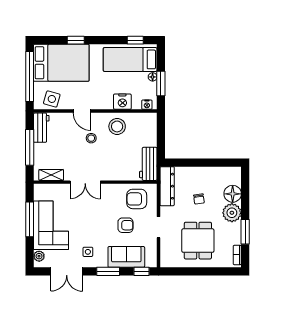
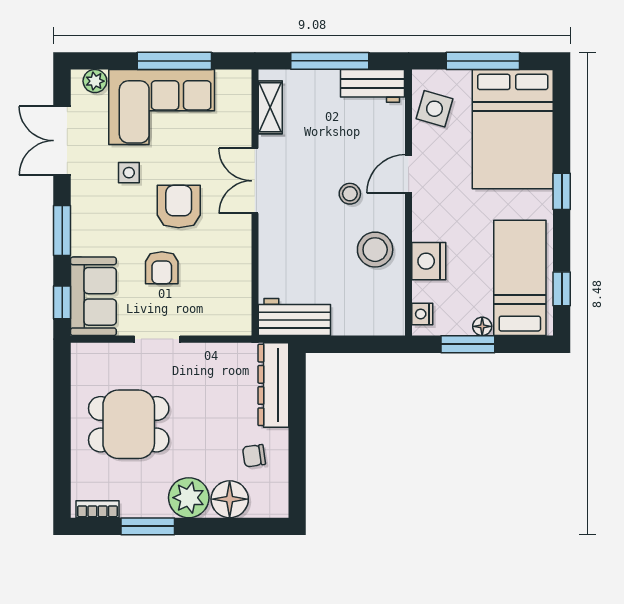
window: (76, 40) -> (562, 191), moved
window: (30, 77) -> (483, 61), width x0.68
dresser: (167, 186) -> (273, 385), moved, turned 90
armchair: (137, 199) -> (179, 207), moved
chair: (199, 199) -> (254, 456), moved
side table: (88, 252) -> (129, 173), moved
sofa: (126, 257) -> (93, 296), moved

